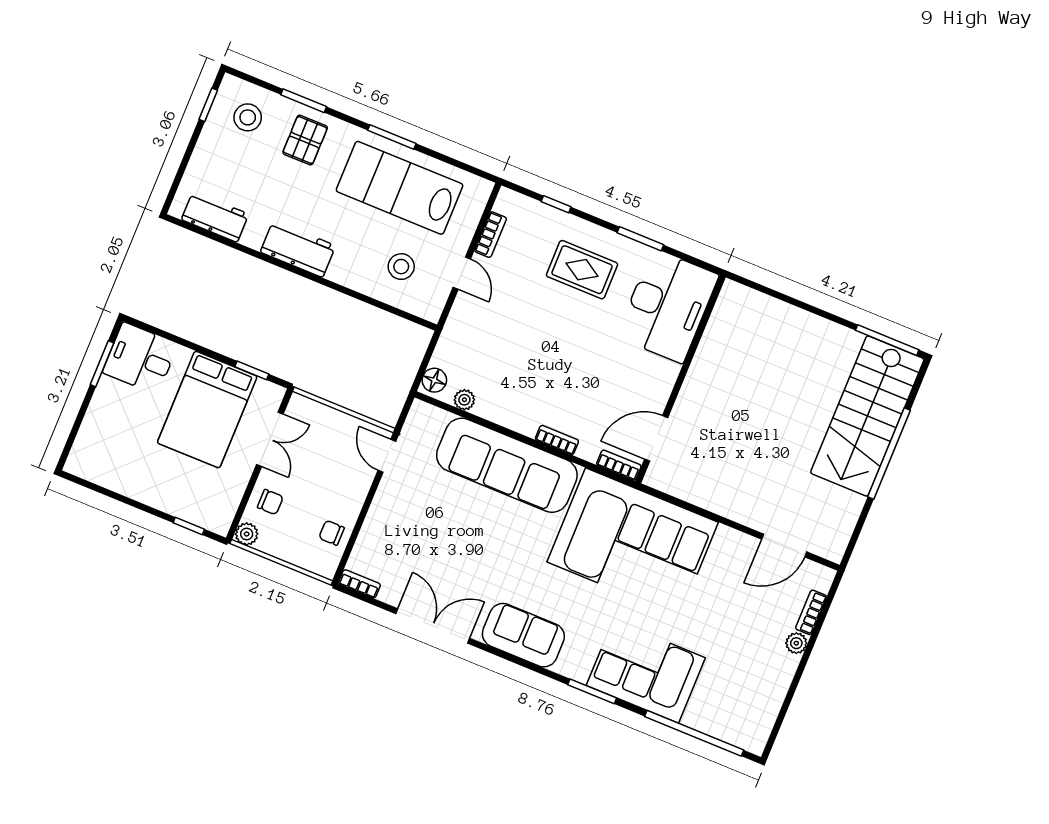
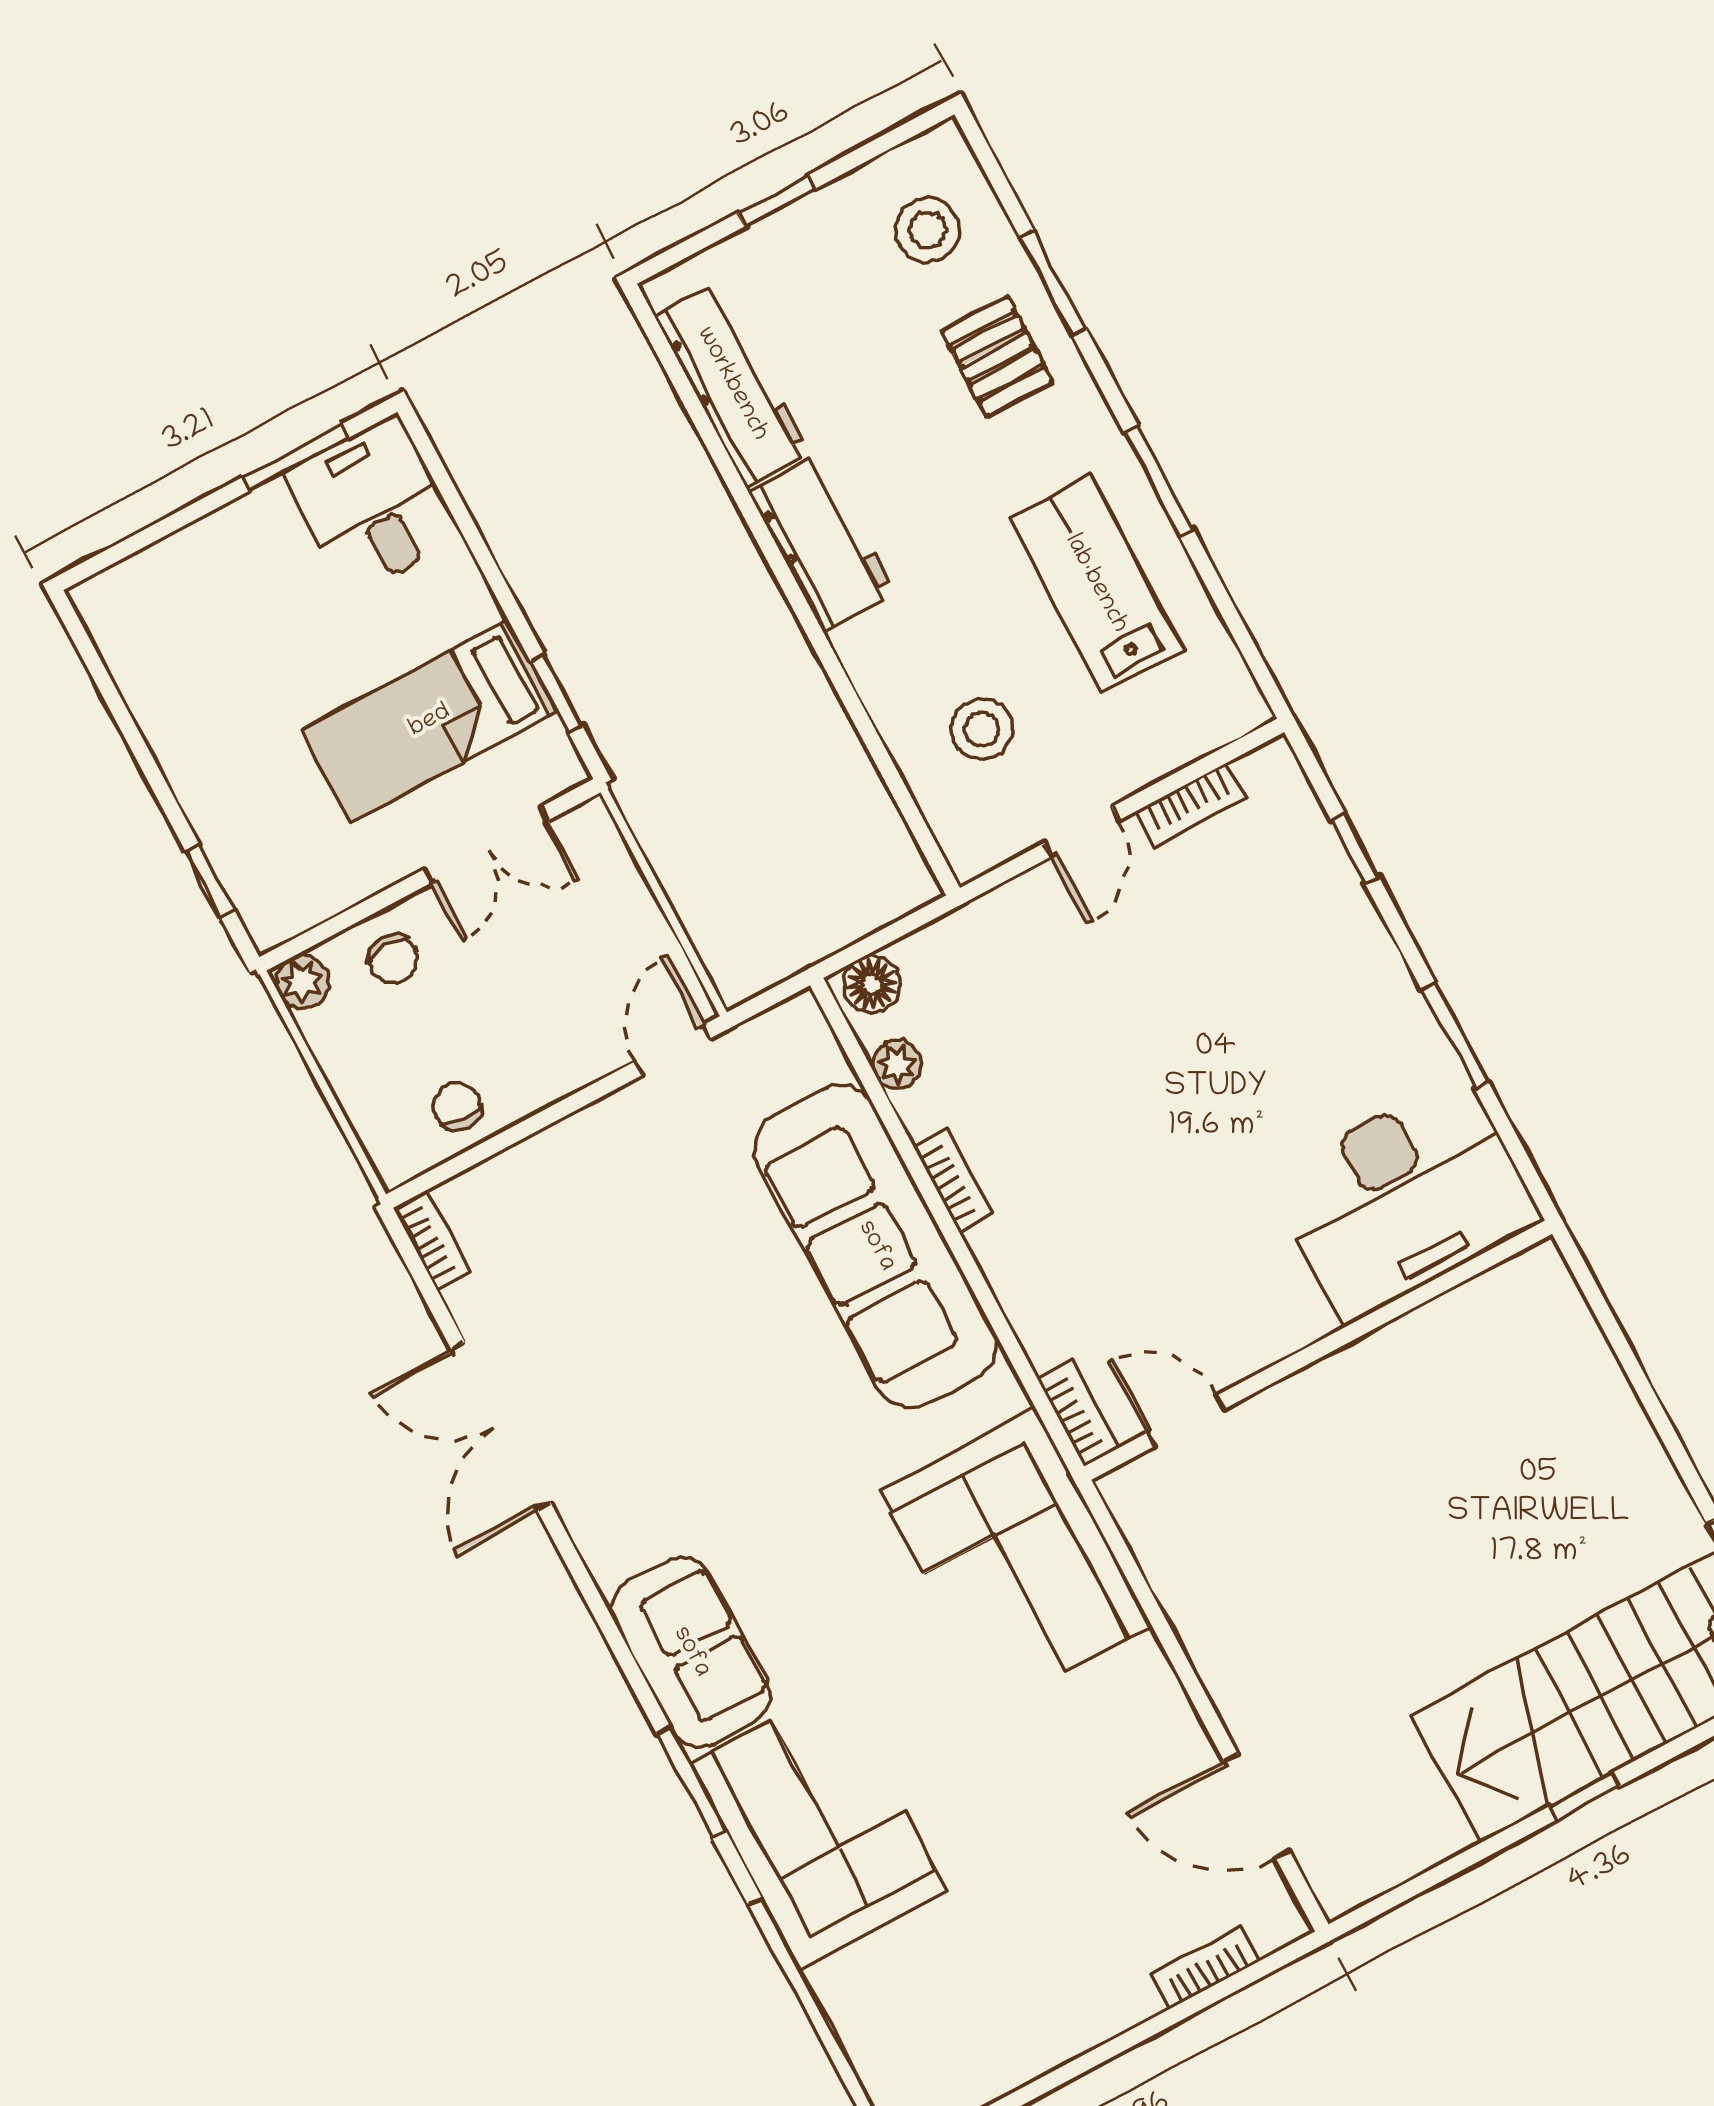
window: (208, 105) -> (776, 201), moved
pallet: (305, 140) -> (997, 357), turned 90
lab bench: (400, 188) -> (1096, 584), width x0.73, depth x0.72
workbench: (215, 217) -> (732, 384), width x1.38
rug: (582, 270) -> (1304, 1005), removed
bed: (207, 410) -> (430, 721), width x0.67
door: (656, 438) -> (1185, 1421), width x0.73
bookcase: (557, 440) -> (953, 1181), moved
window: (889, 453) -> (1584, 1797), width x0.32
corner sofa: (633, 542) -> (1016, 1558), width x0.73, depth x0.74
double door: (433, 626) -> (501, 1426), swing flipped
sofa: (523, 635) -> (691, 1652), moved
plant: (796, 643) -> (1133, 2001), removed

